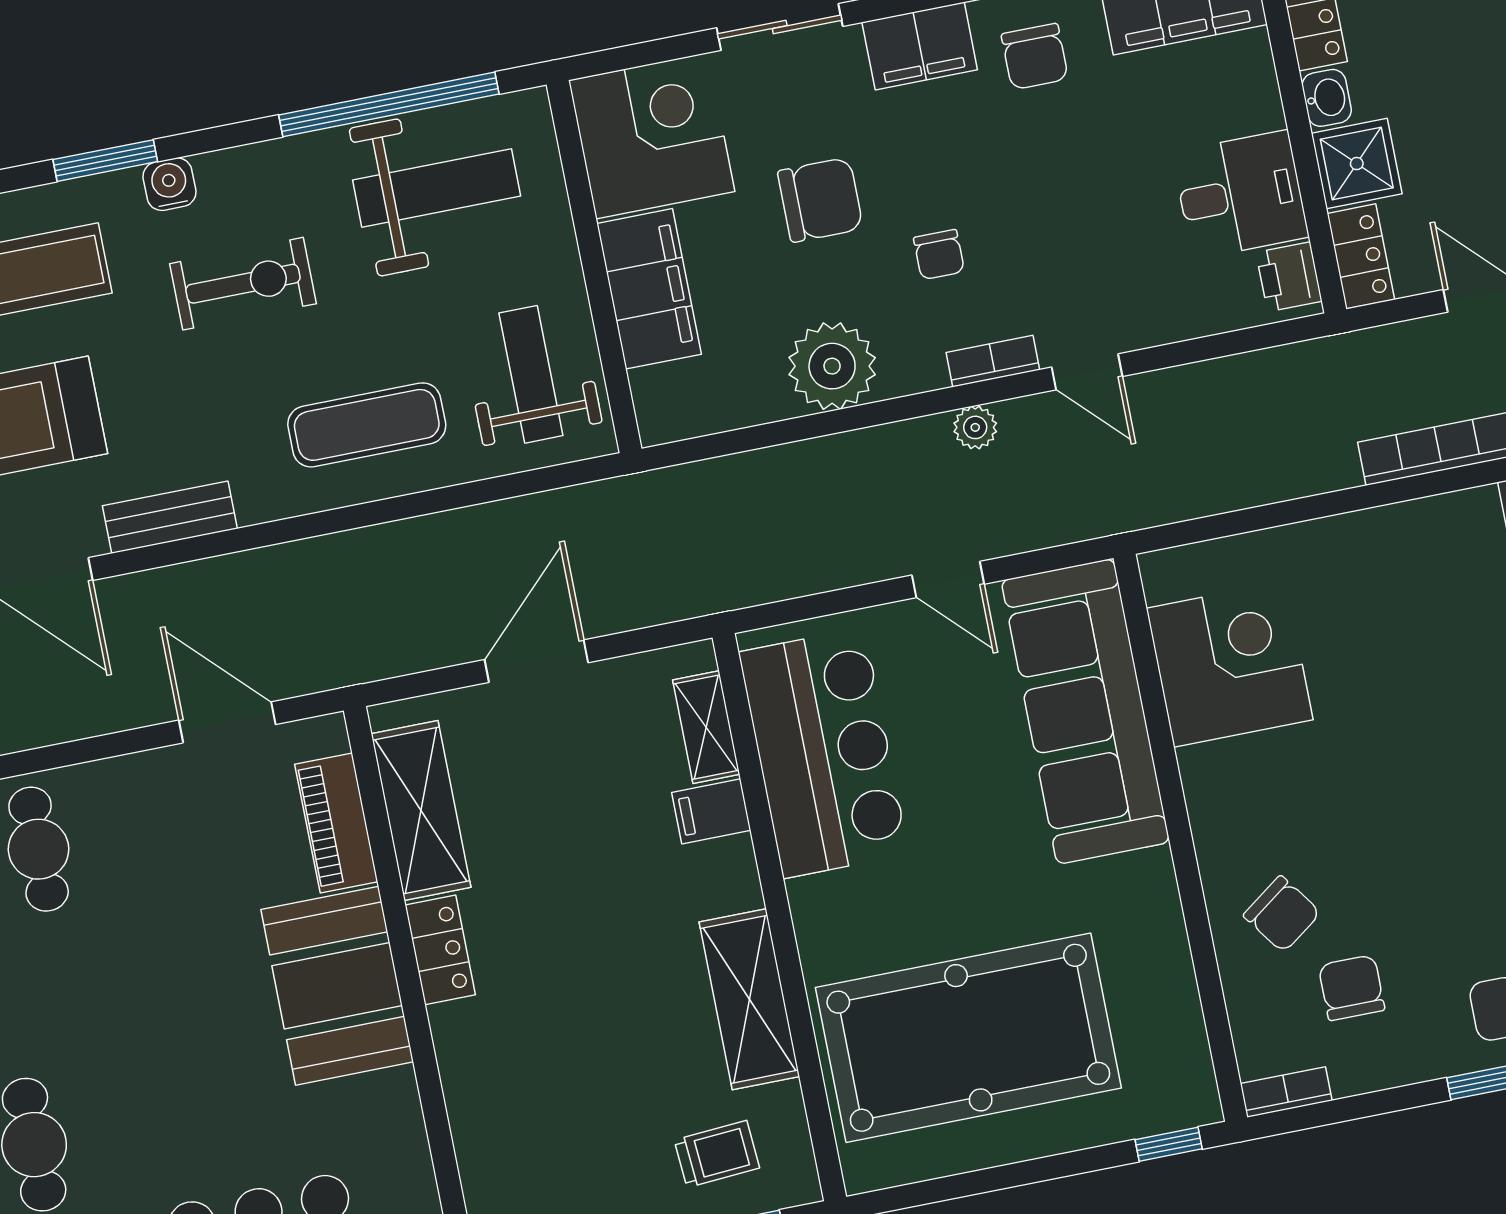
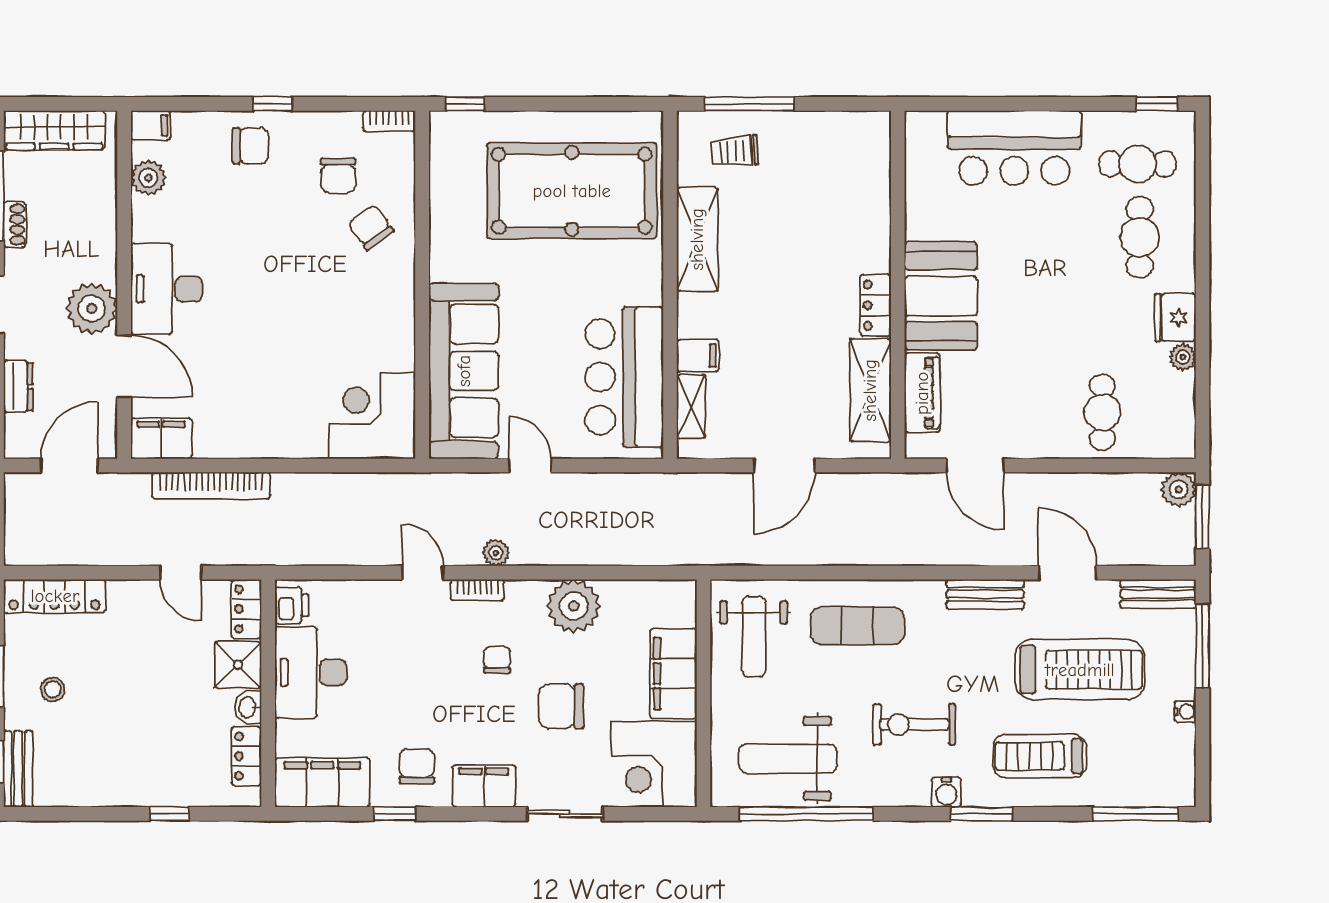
desk: (1240, 195) -> (311, 672), width x1.37
corner desk: (1230, 664) -> (372, 416), moved, turned 90

